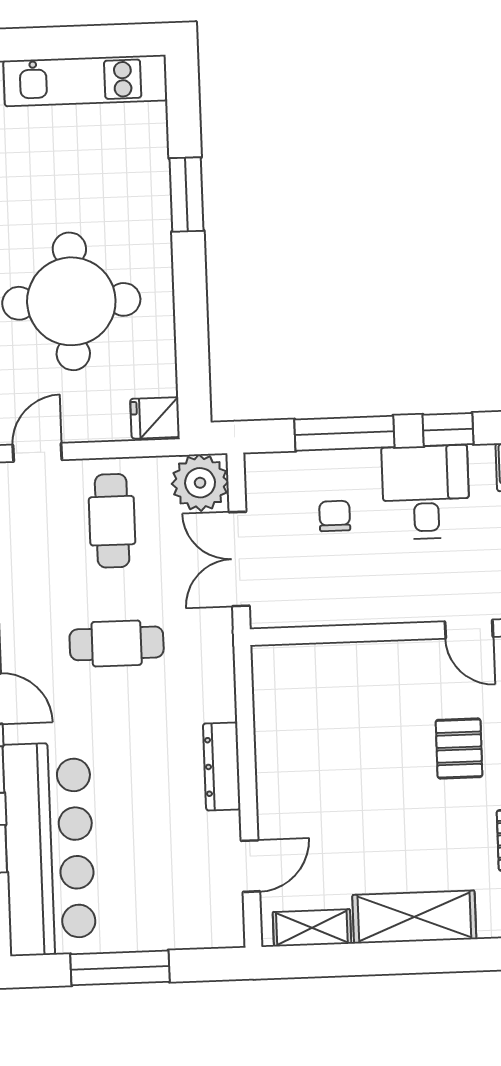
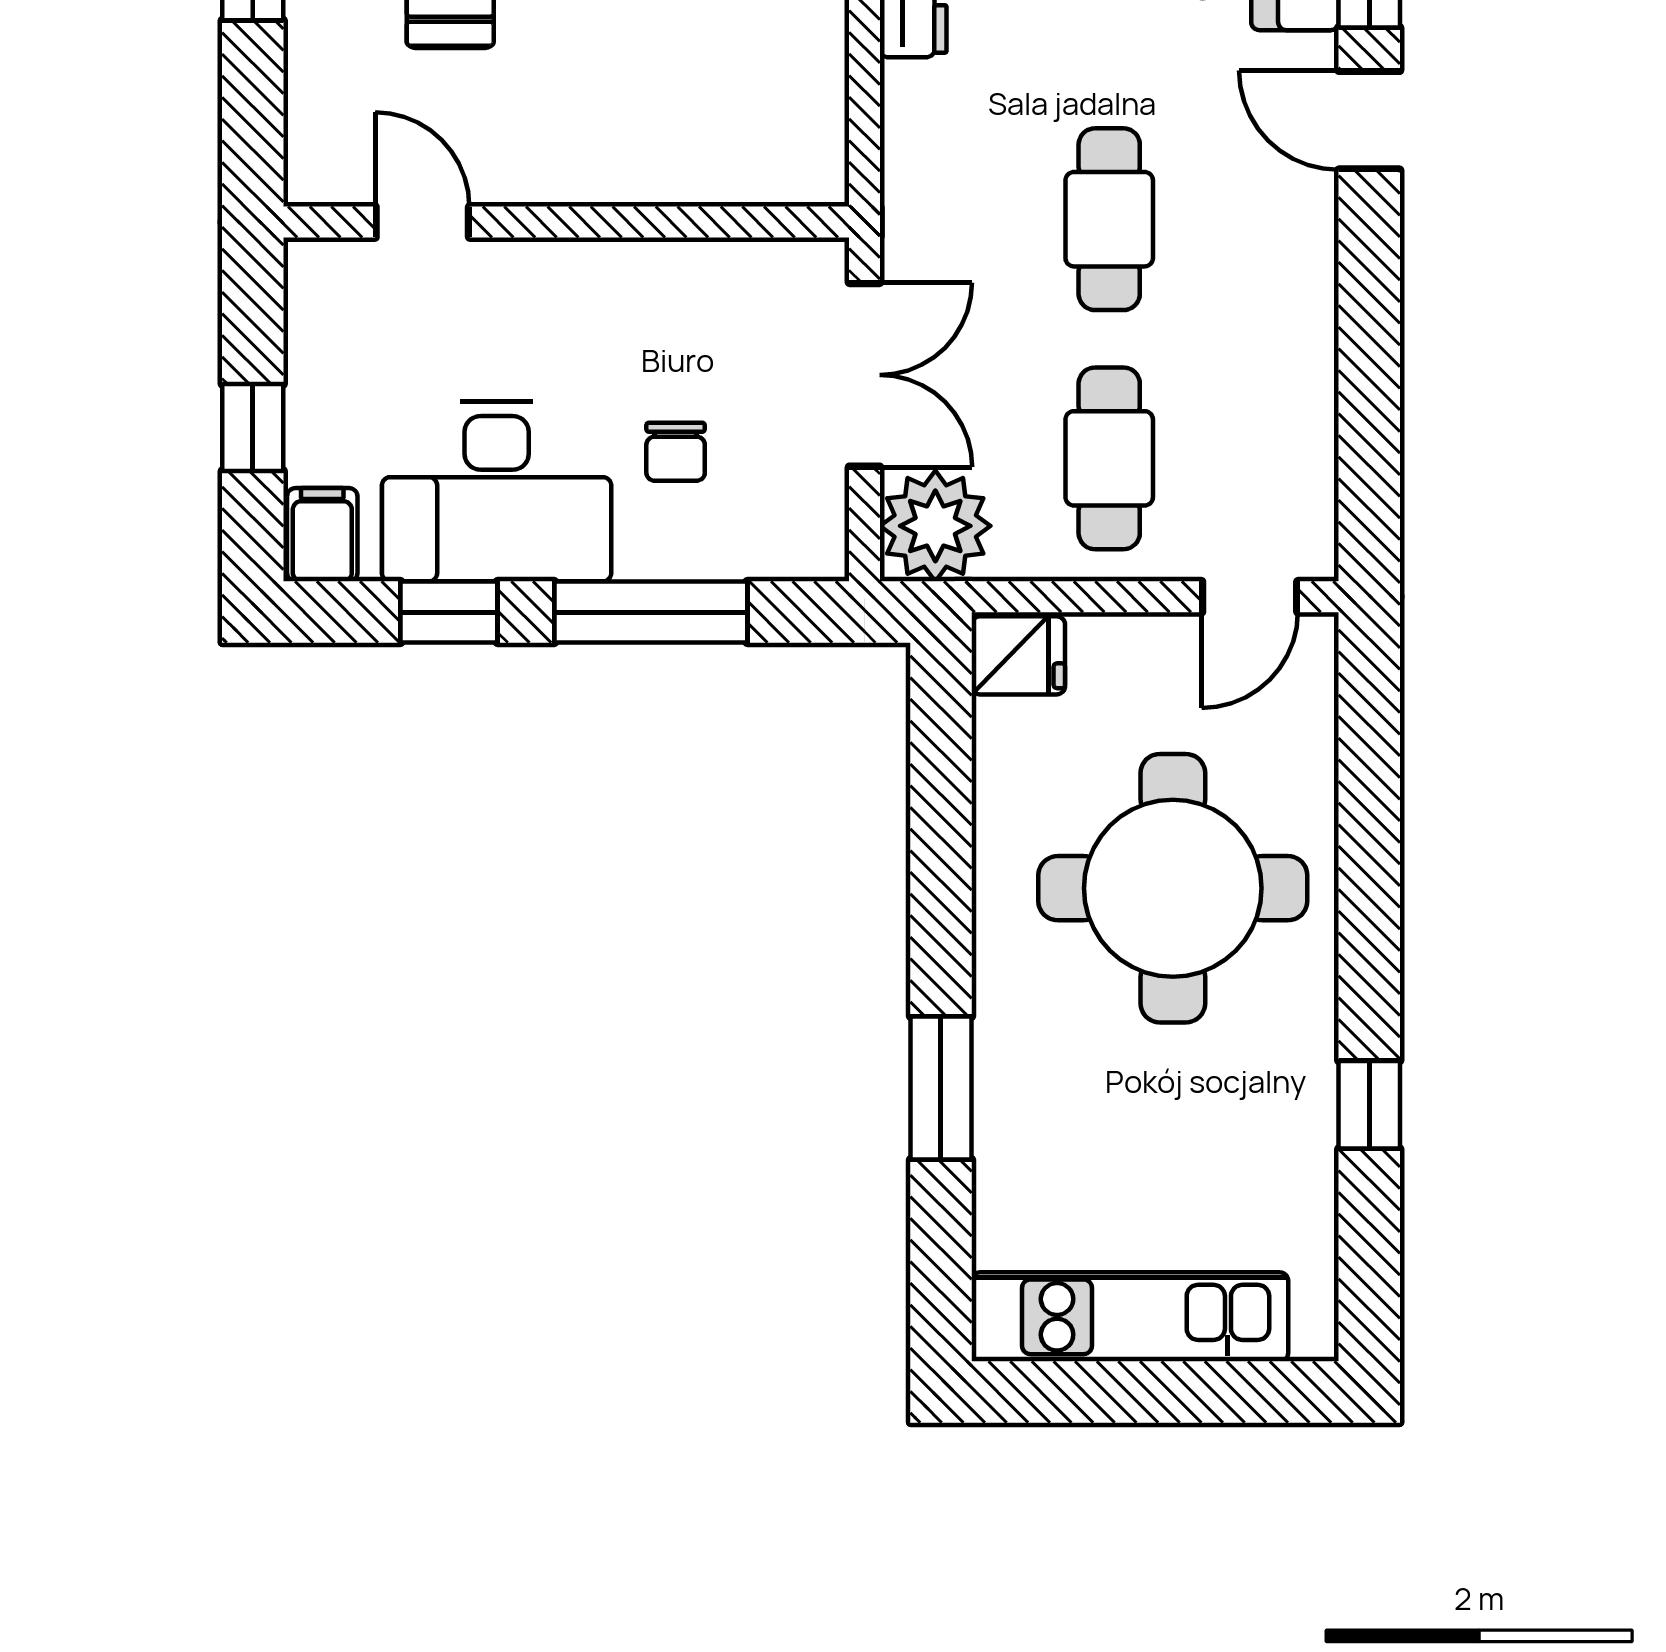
desk: (426, 492) -> (497, 491), width x1.37
cafe table: (117, 643) -> (1109, 219), turned 90

